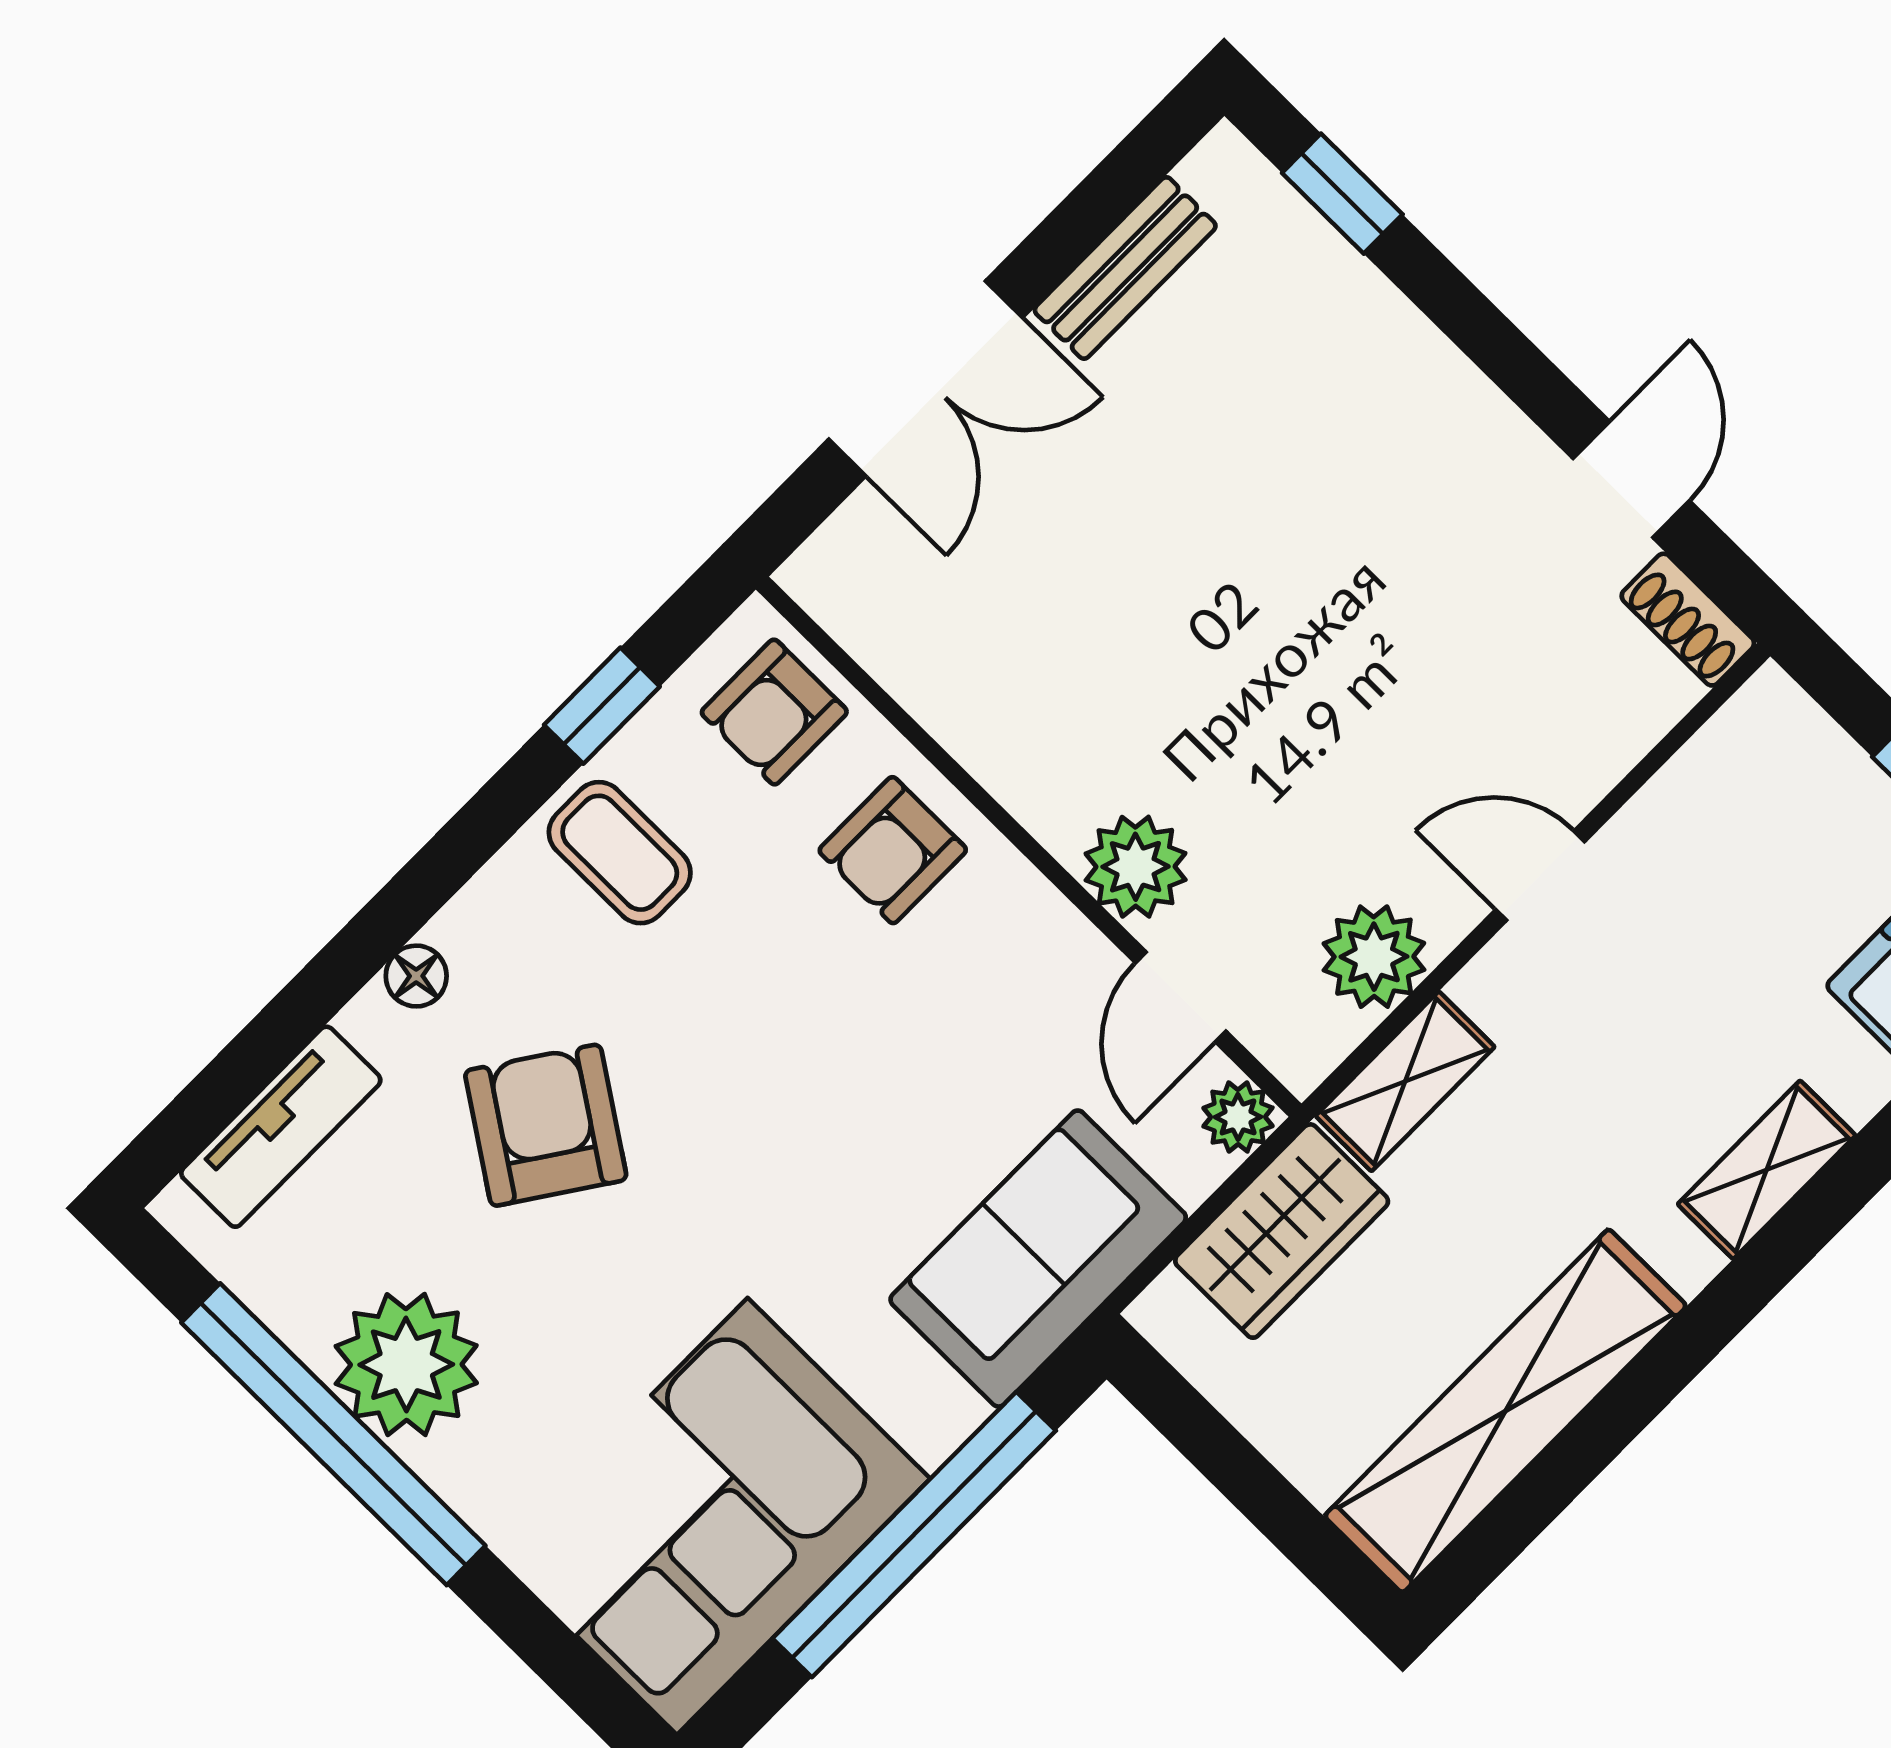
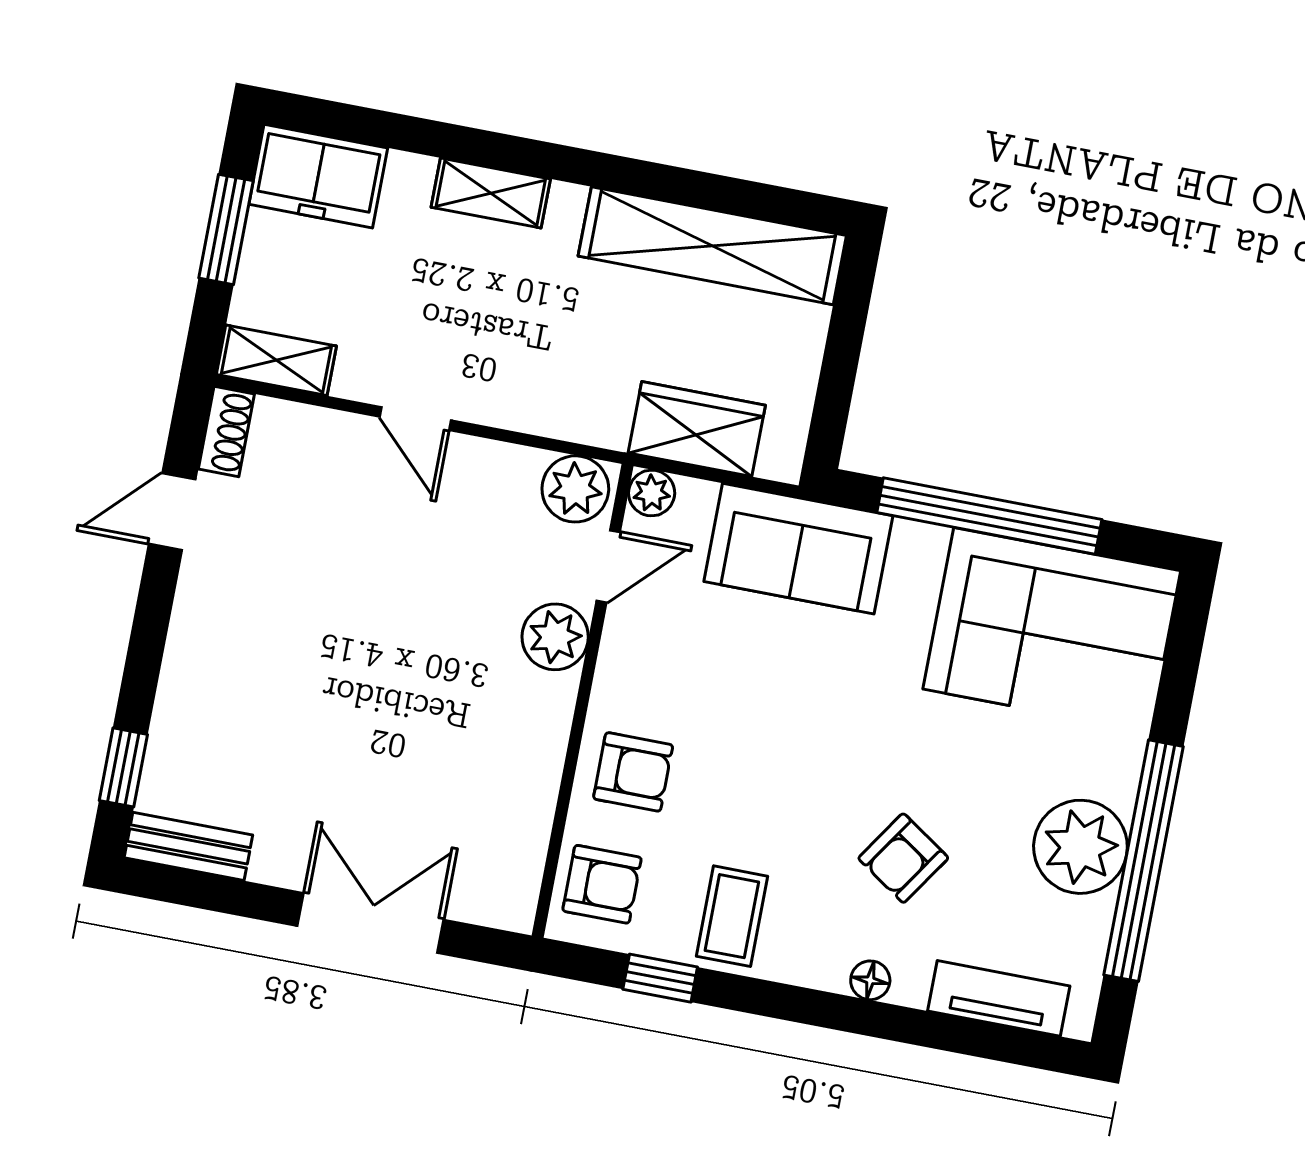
bench: (1125, 268) -> (188, 846), moved
plant: (1374, 957) -> (575, 489), moved
shelving: (1405, 1081) -> (276, 360), moved
armchair: (546, 1125) -> (903, 858), width x0.72, depth x0.72

